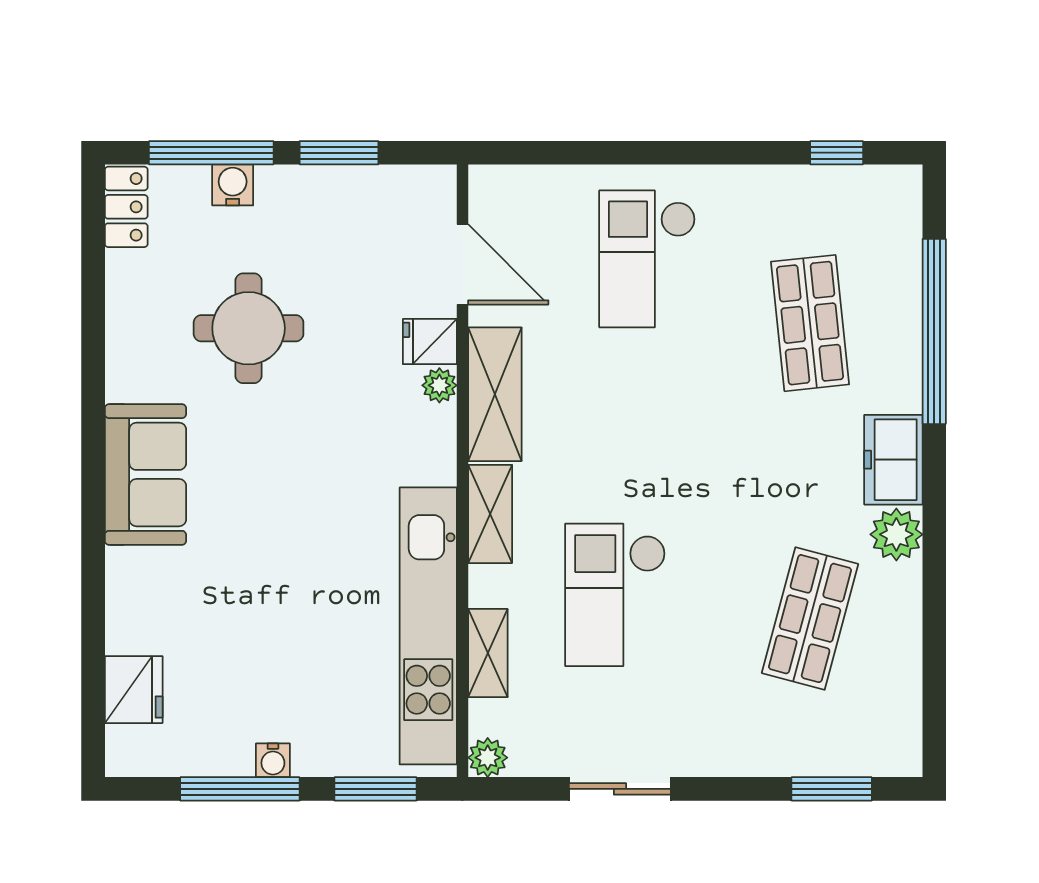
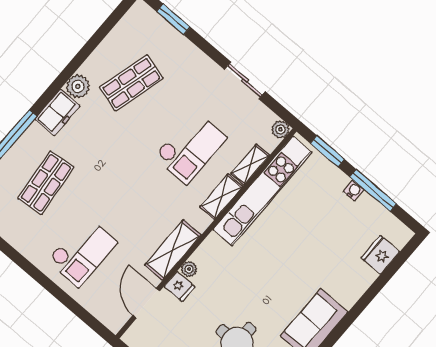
shelving: (490, 514) -> (221, 197), moved

